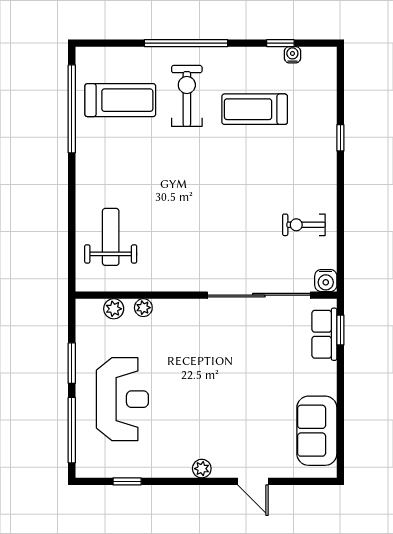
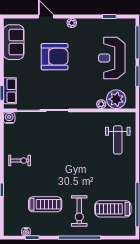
exercise bike: (304, 225) -> (20, 161), moved
plant: (114, 309) -> (116, 99), width x1.88, depth x1.88
armchair: (236, 402) -> (55, 57), added

